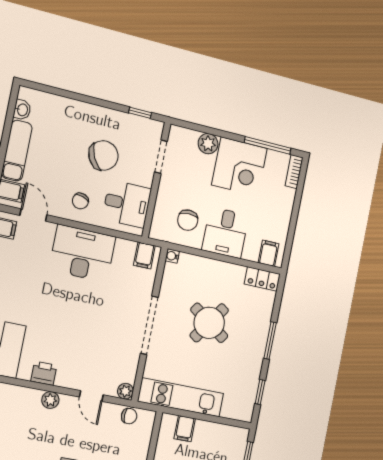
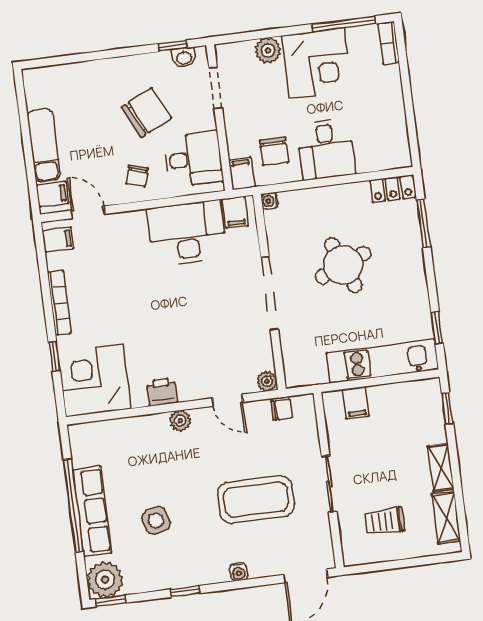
washbasin: (22, 110) -> (184, 58), moved, turned 90
desk: (82, 253) -> (187, 233), moved
filing cabinet: (268, 253) -> (242, 174), moved
round table: (209, 323) -> (343, 265), turned 33
window: (270, 340) -> (424, 224), moved
kitchen unit: (181, 397) -> (382, 361), moved

